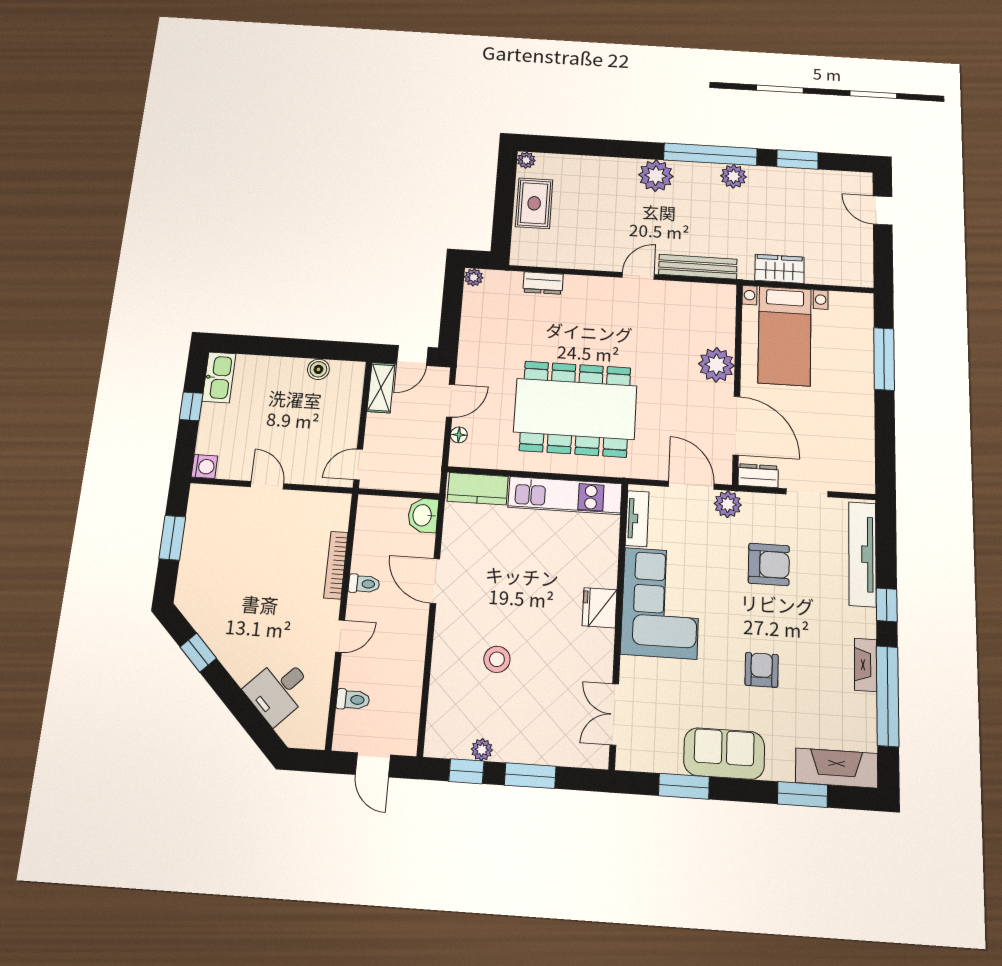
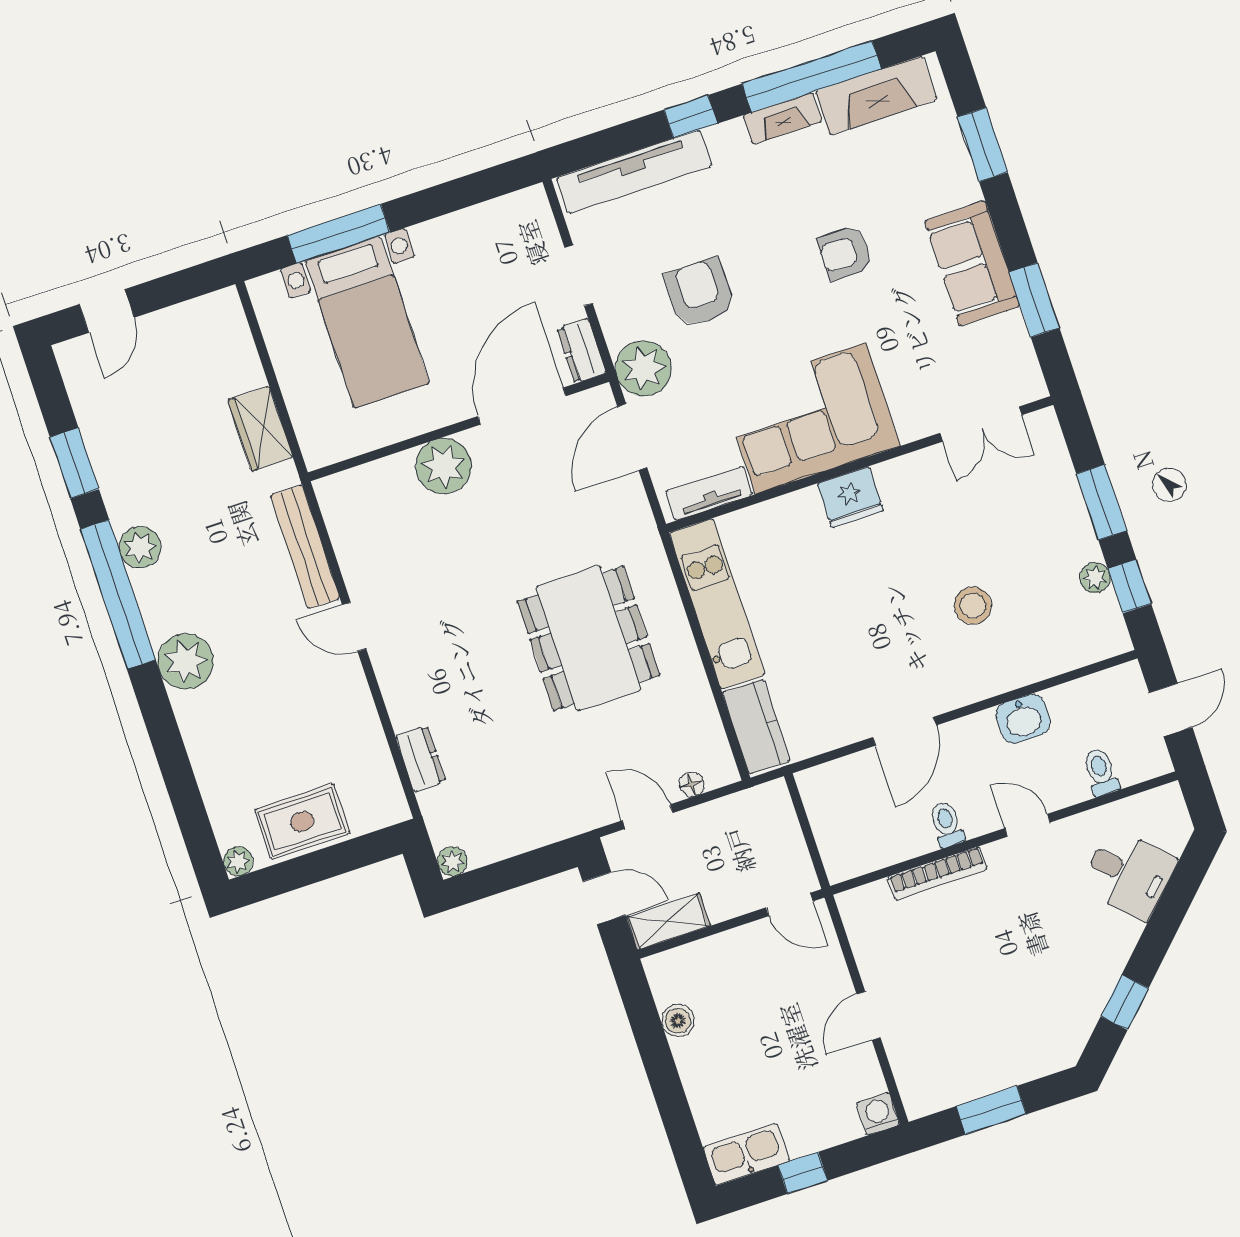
bed with nightstands: (785, 336) -> (367, 322), moved, turned 90
dining table: (575, 409) -> (589, 638), width x0.73, depth x0.80
plant: (728, 504) -> (643, 368), width x1.36, depth x1.36
washbasin: (423, 515) -> (1023, 719), moved
fireplace: (837, 768) -> (876, 95), moved, turned -90

